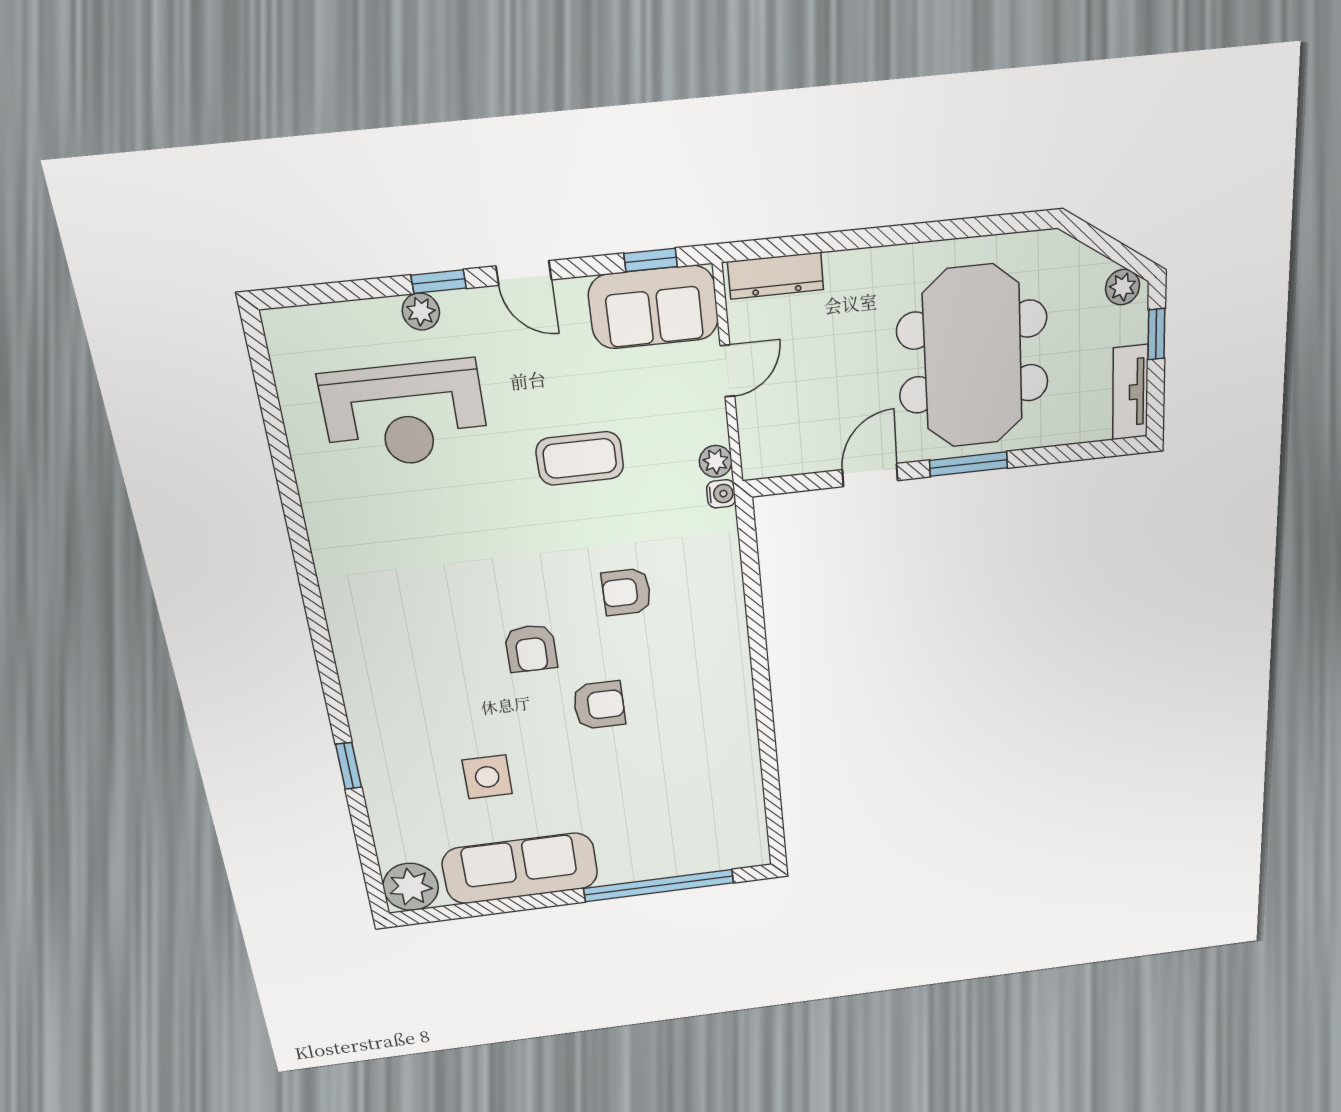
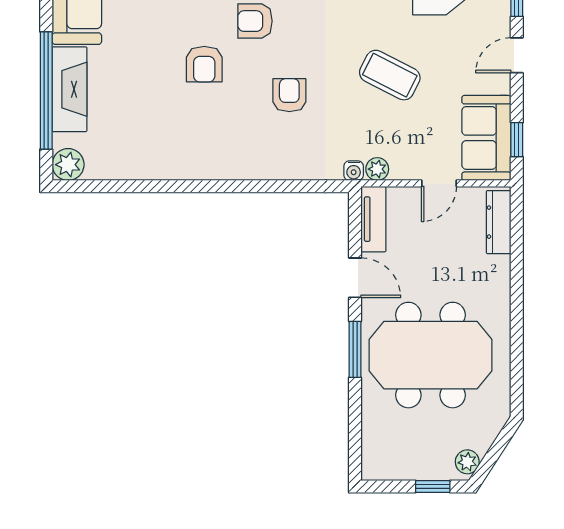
door: (727, 371) -> (439, 183), hinge flipped
tv unit: (1130, 392) -> (373, 219), moved, turned 90
coffee table: (580, 458) -> (390, 75), turned -63
plant: (749, 849) -> (68, 165), added
fireplace: (654, 860) -> (70, 89), added

